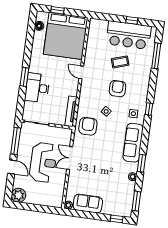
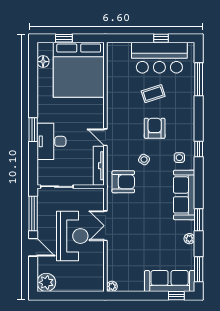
door: (81, 72) -> (105, 137), moved
armchair: (88, 126) -> (123, 182), turned 90
sofa: (88, 204) -> (170, 281), moved, width x1.36

